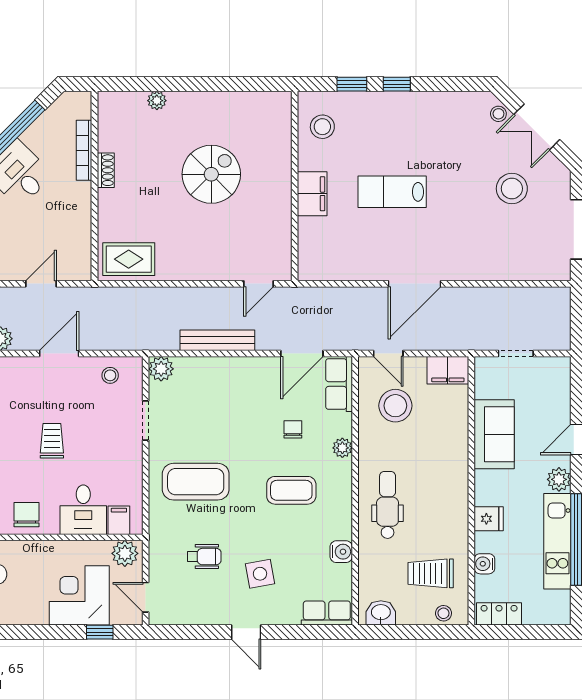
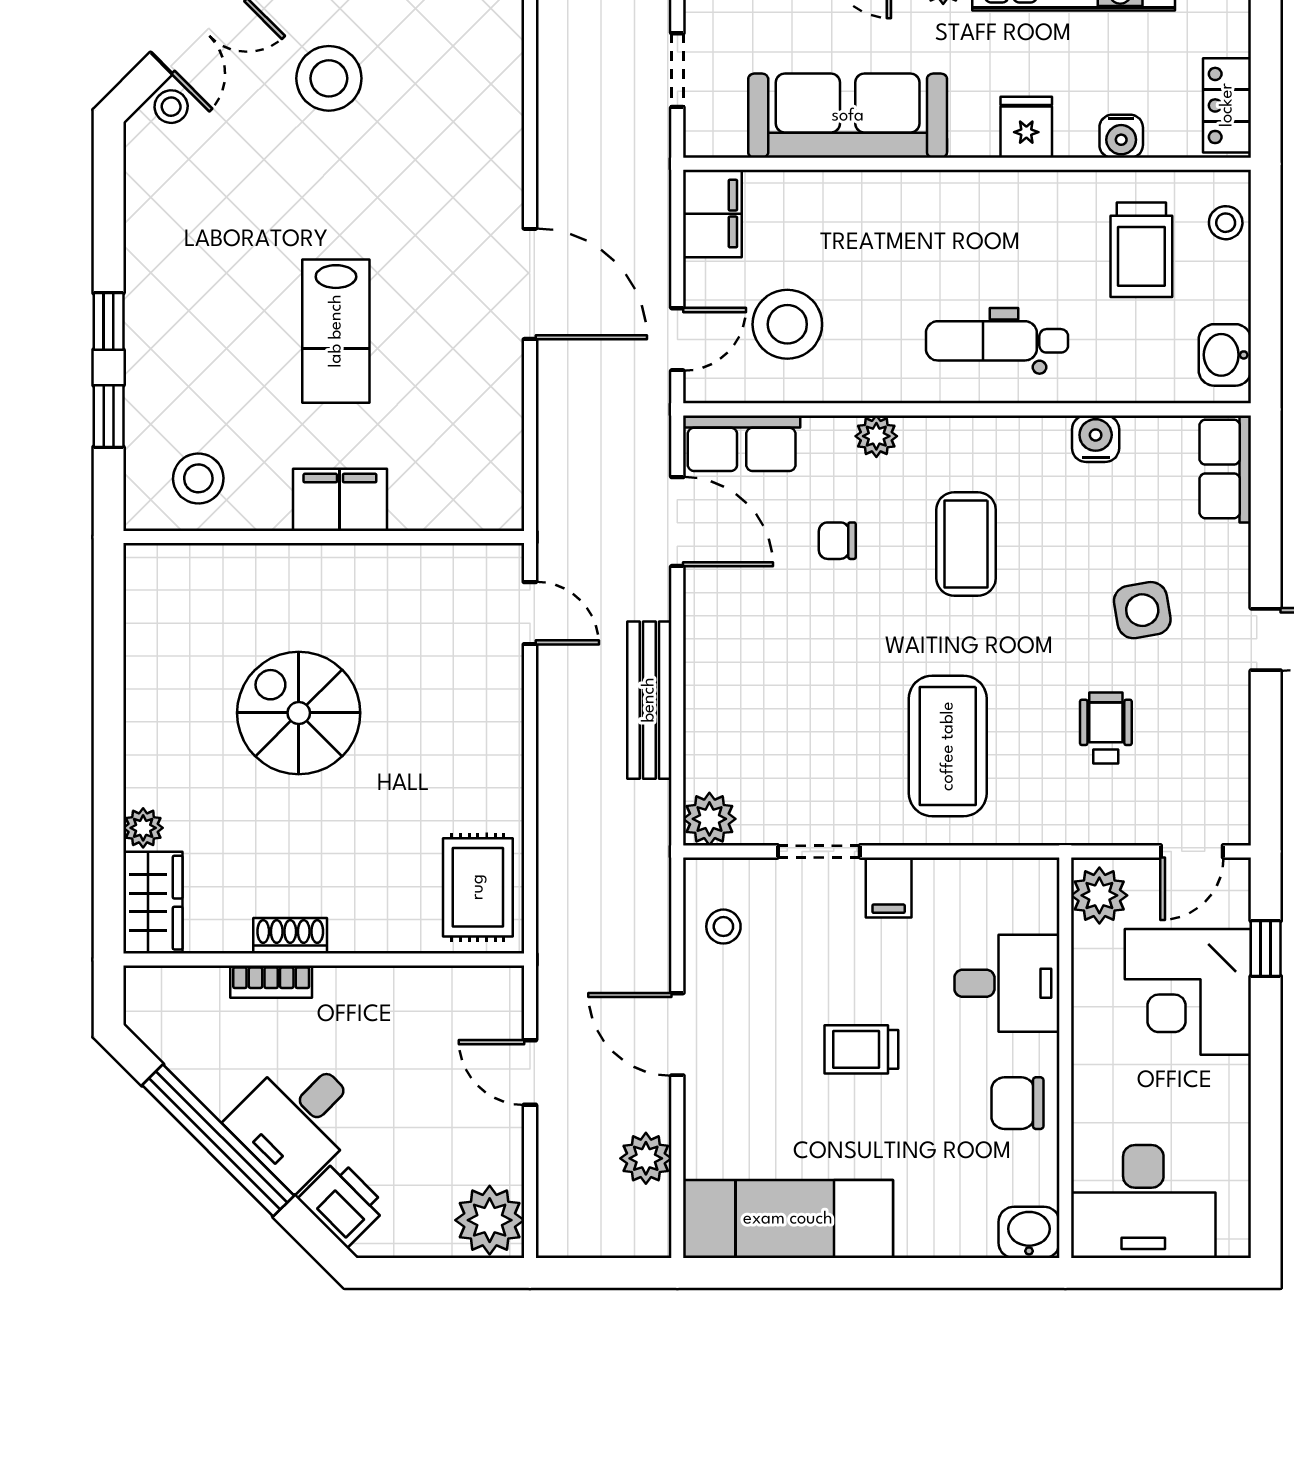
wardrobe: (121, 105) -> (153, 903), added
bookcase: (84, 150) -> (271, 982), width x0.64
sofa: (494, 434) -> (848, 116), width x1.36
filing cabinet: (119, 520) -> (889, 888), moved, turned -90

